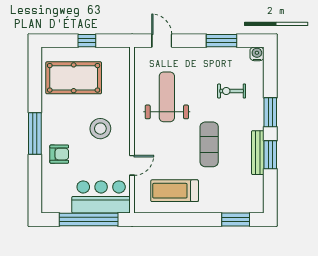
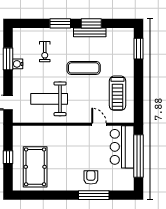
water cooler: (257, 54) -> (18, 64), moved
stool: (100, 129) -> (72, 147), removed
window: (35, 134) -> (94, 195), moved

